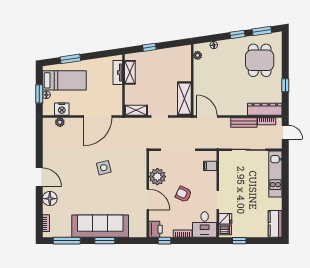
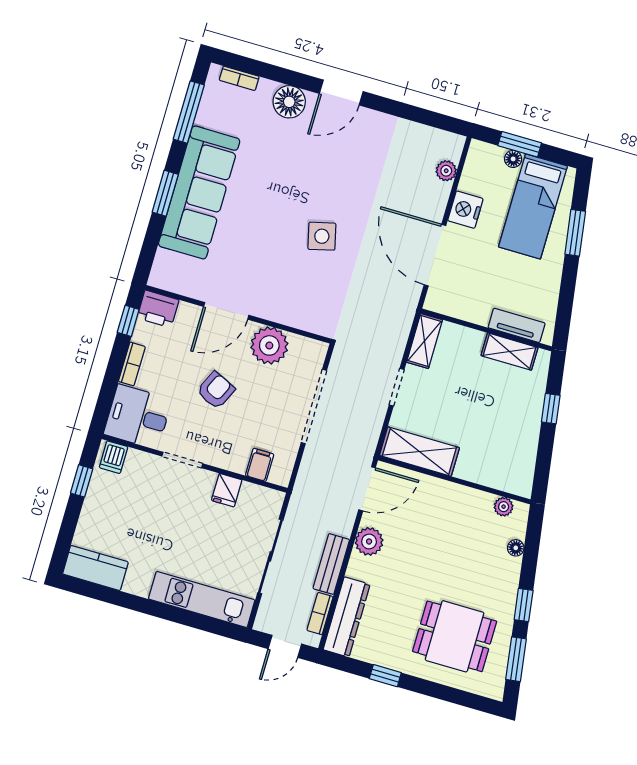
nightstand: (62, 109) -> (465, 210), moved
plant: (229, 109) -> (369, 541), added
fridge: (225, 219) -> (227, 490), moved

